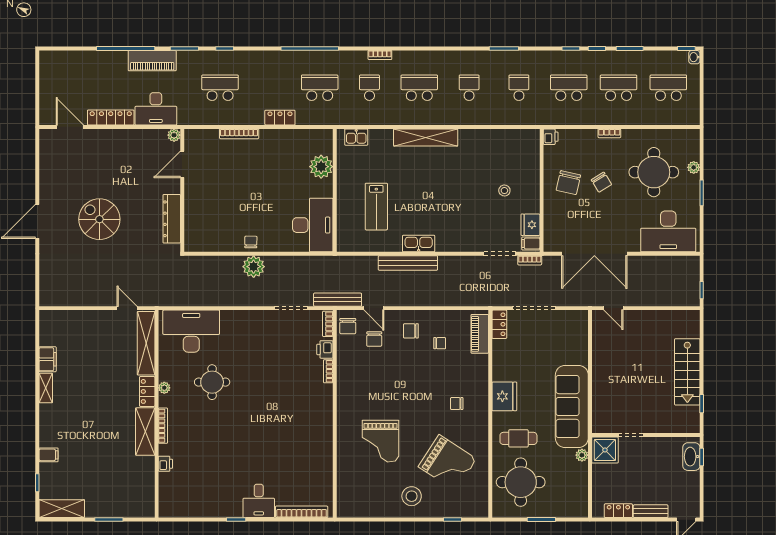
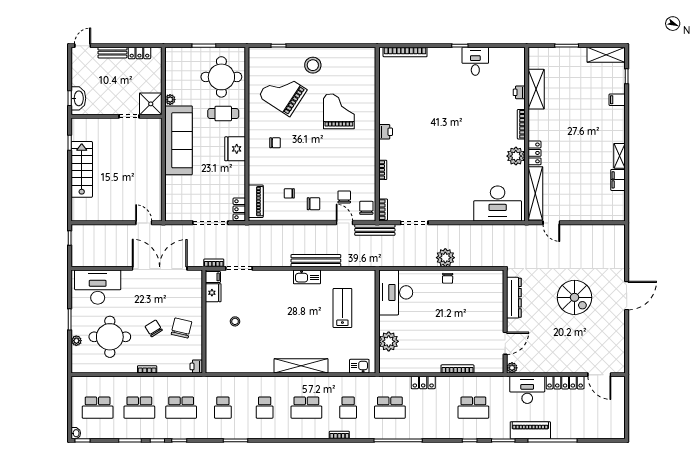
printer: (325, 349) -> (386, 132), moved
round table: (212, 382) -> (480, 161), removed
plant: (164, 388) -> (516, 156), width x1.88, depth x1.88
shelving: (145, 432) -> (536, 89), moved
desk: (259, 501) -> (475, 61), moved

